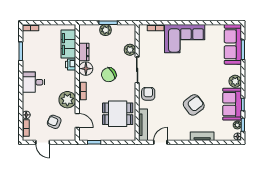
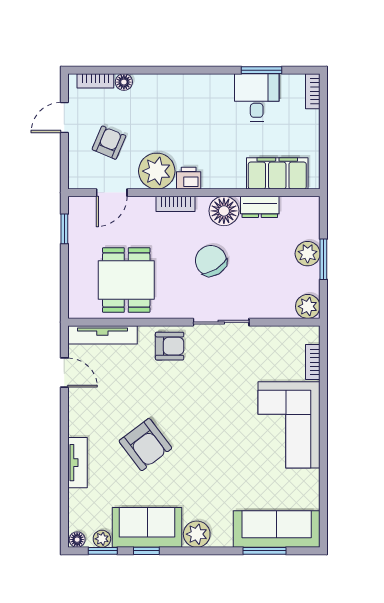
plant: (130, 50) -> (308, 306), moved
printer: (71, 65) -> (189, 178), moved
desk: (33, 82) -> (257, 97), moved

